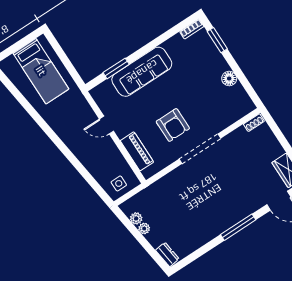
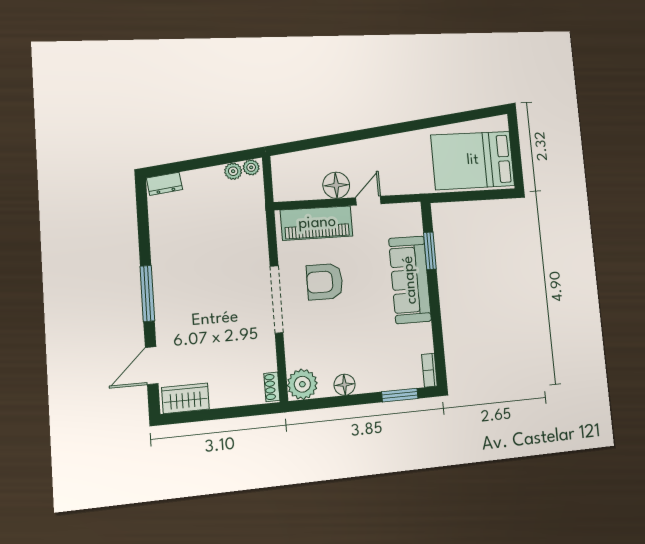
bed: (41, 71) -> (473, 160), width x1.50
plant: (243, 105) -> (302, 384), added
floor lamp: (108, 151) -> (336, 185), added
piano: (137, 151) -> (317, 223), width x1.37, depth x1.33
side table: (119, 183) -> (289, 175), removed
plant: (144, 229) -> (251, 167), moved

